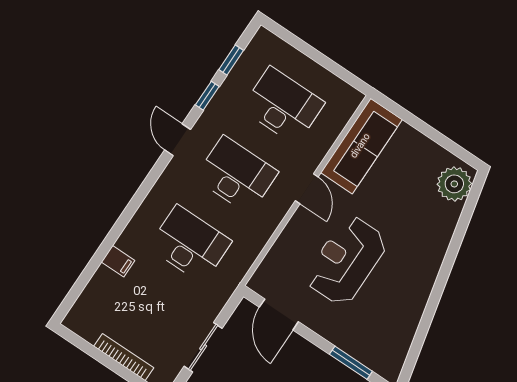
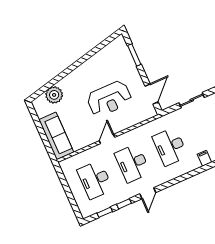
sofa: (361, 146) -> (56, 136), moved, turned 90
plant: (454, 184) -> (54, 95), moved

